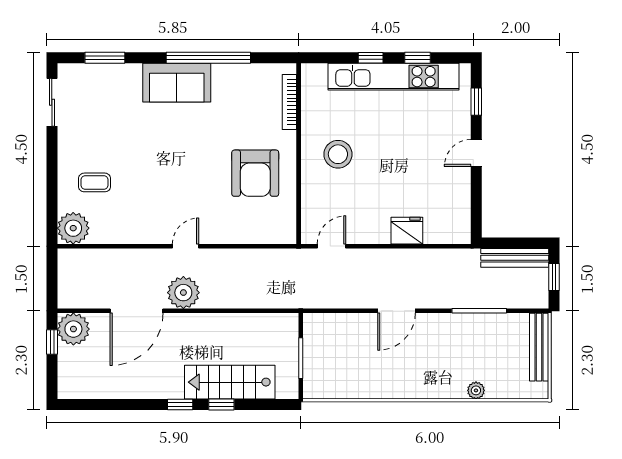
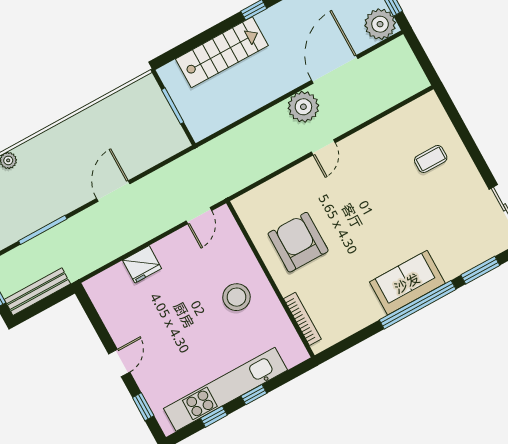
window: (208, 58) -> (418, 305), moved
plant: (73, 228) -> (427, 110), removed
window: (221, 405) -> (219, 29), removed

